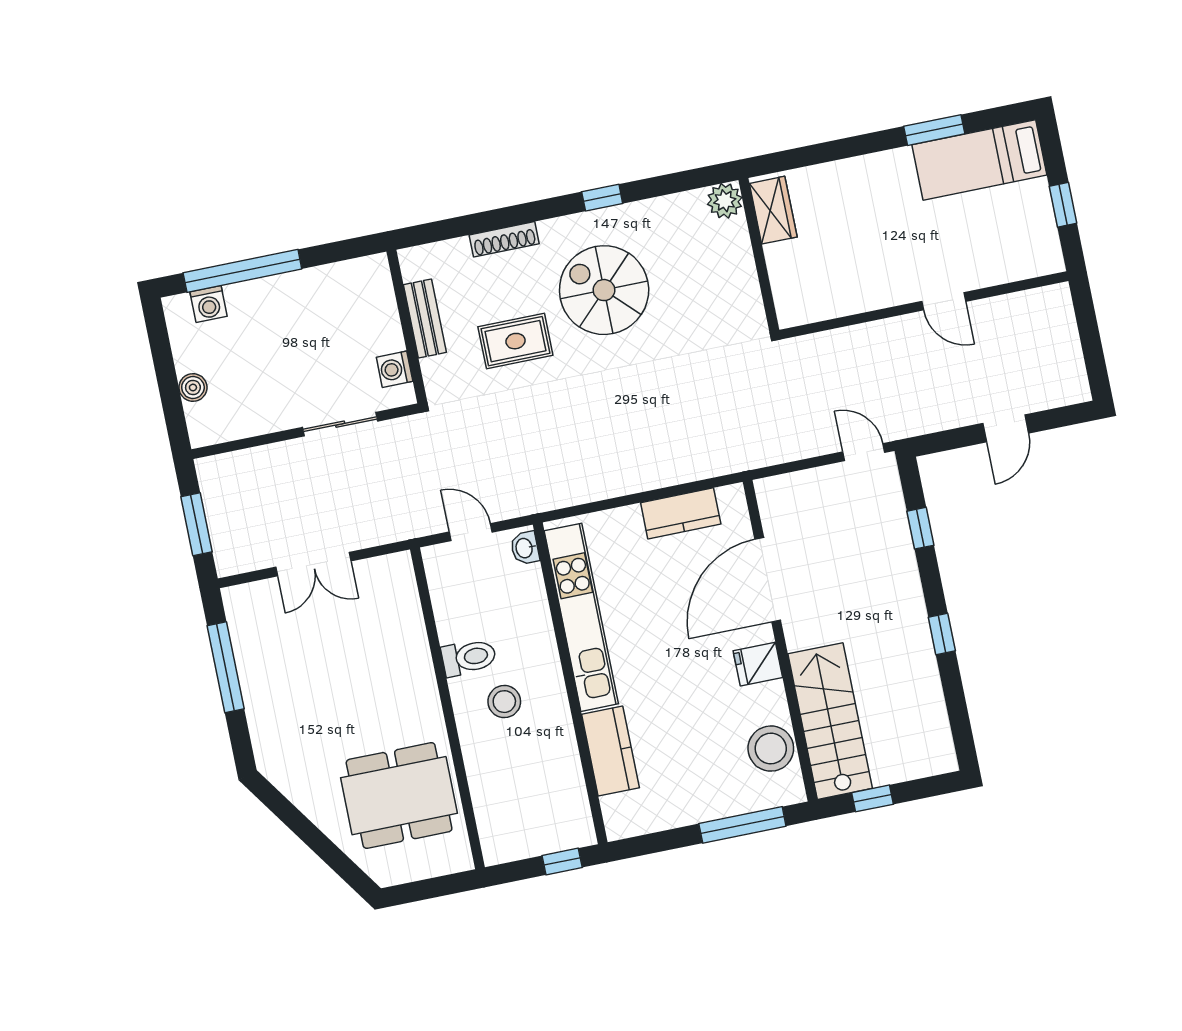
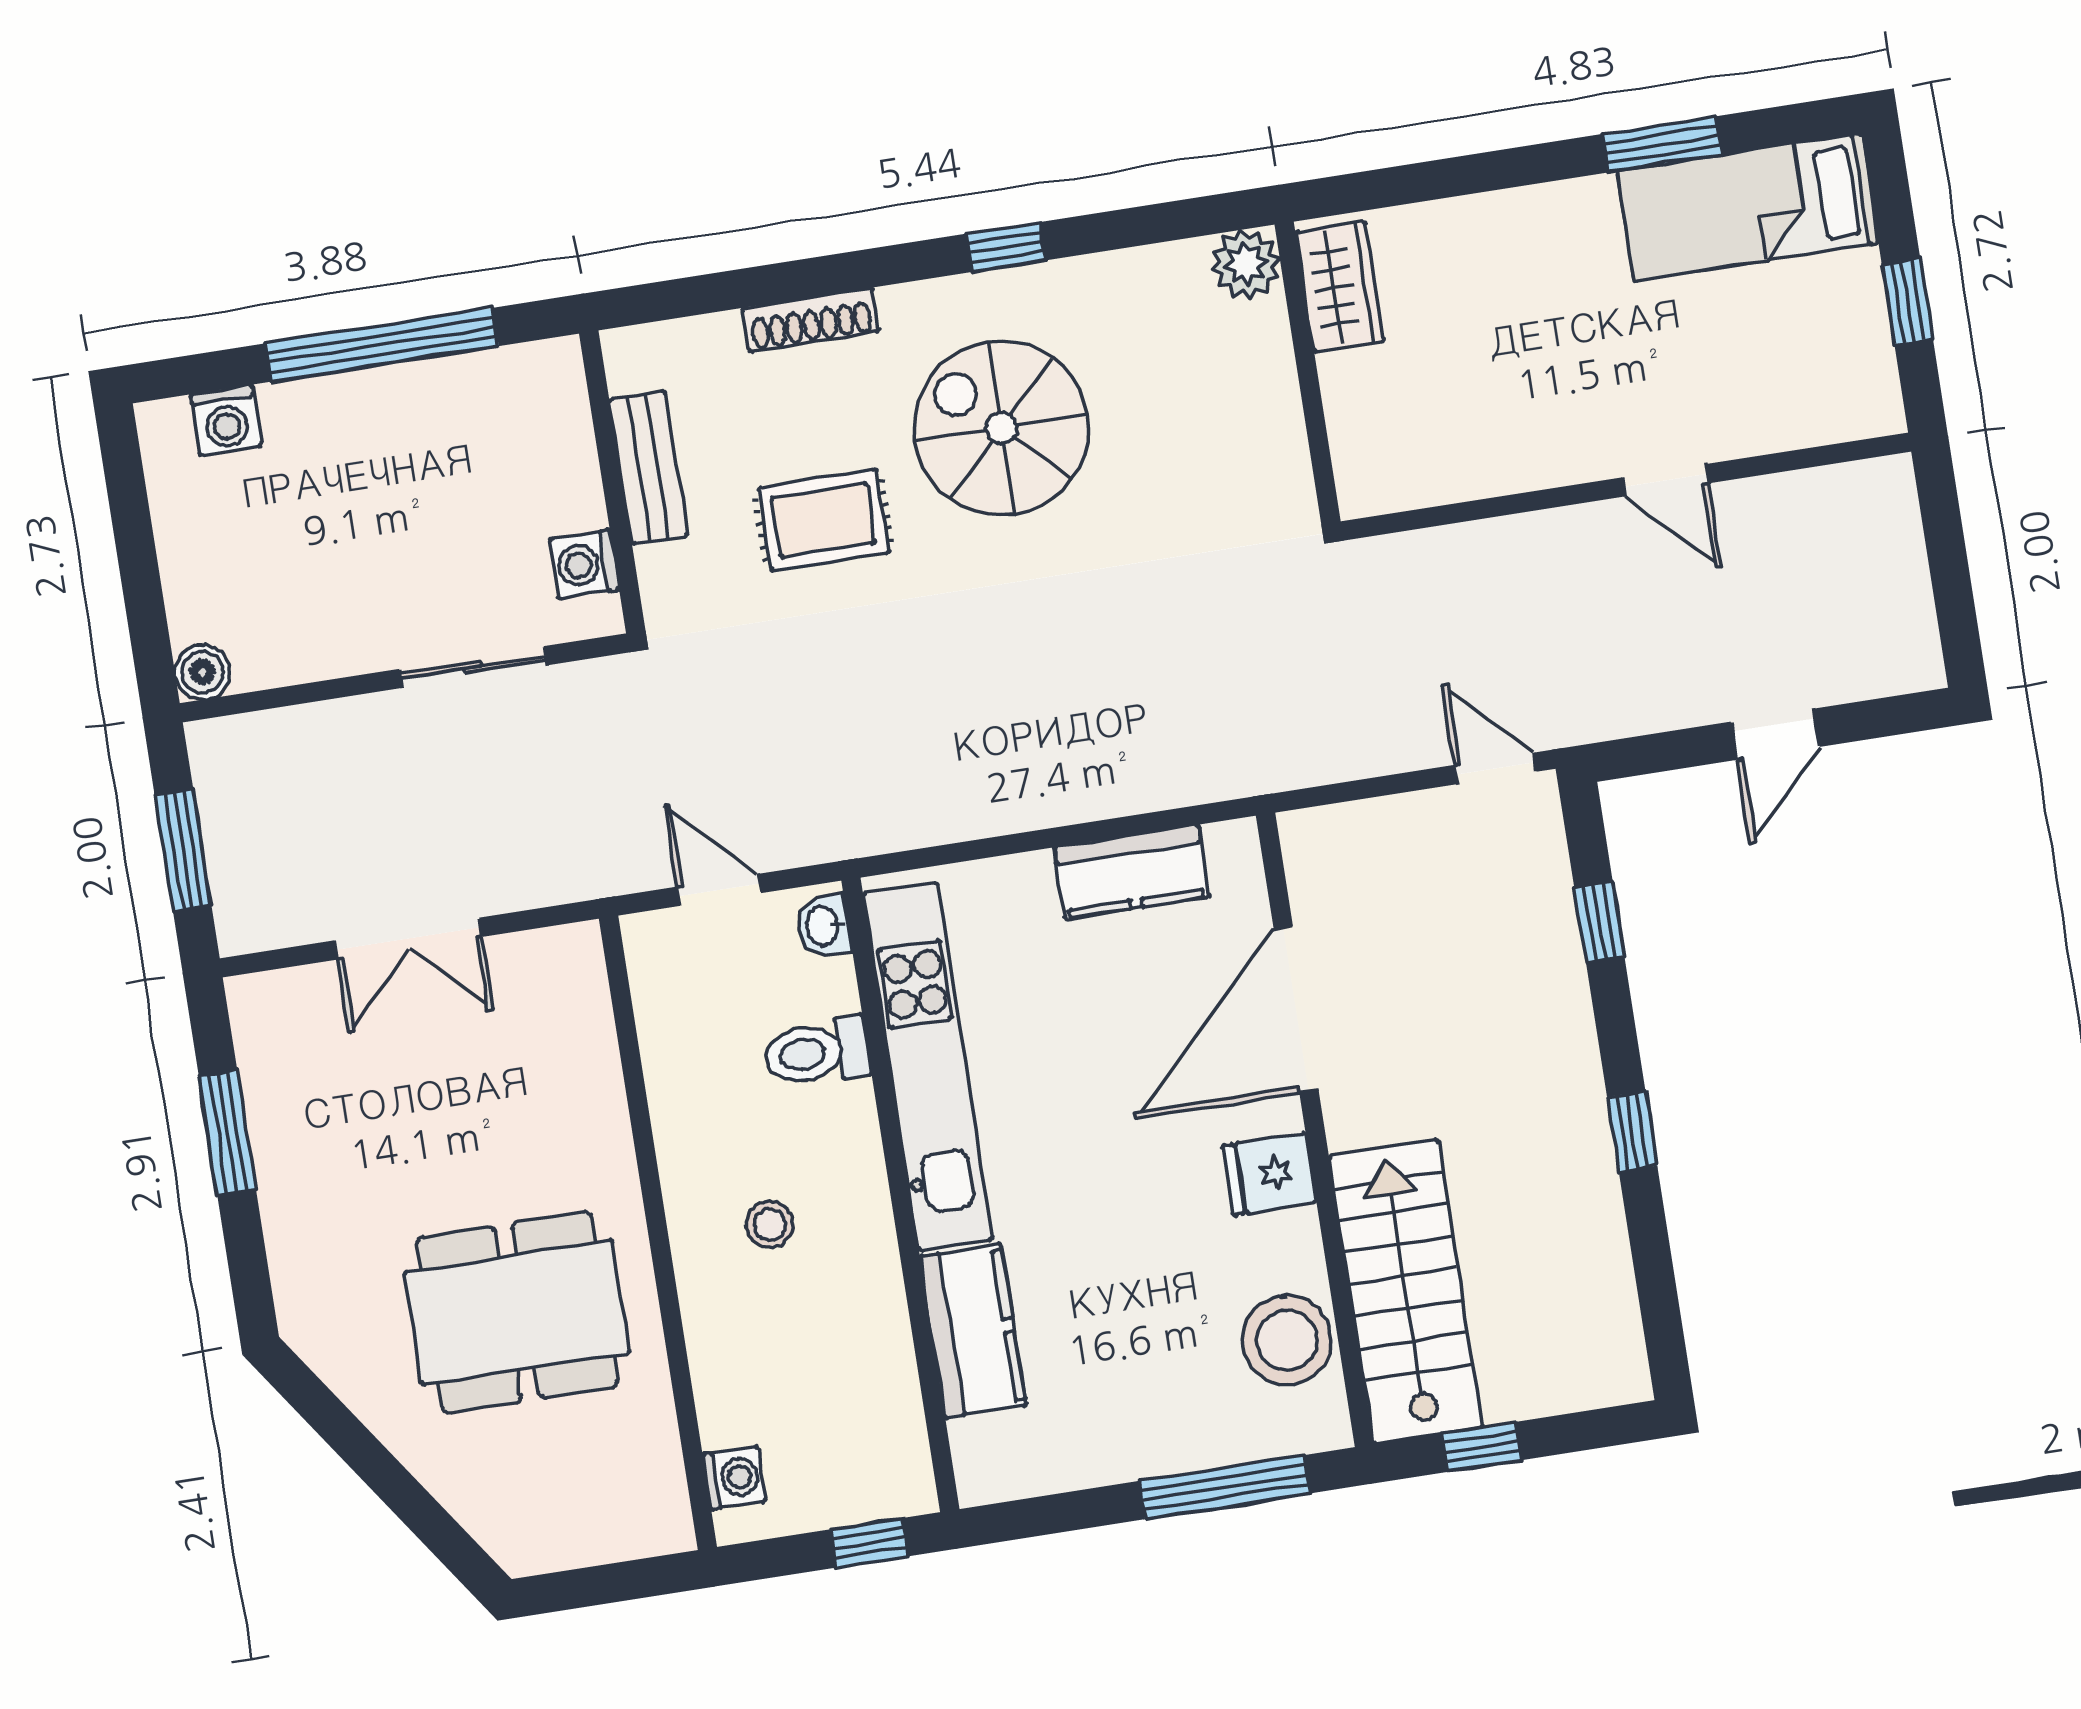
window: (242, 271) -> (382, 345), moved
boiler: (193, 387) -> (202, 672), moved
toilet: (469, 657) -> (816, 1052), moved, turned 180
window: (226, 667) -> (227, 1133), width x0.69
stool: (504, 702) -> (770, 1225), width x0.73, depth x0.73
dining table: (399, 796) -> (517, 1313), moved
washing machine: (492, 831) -> (734, 1478), added

